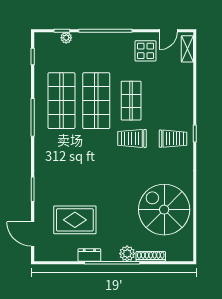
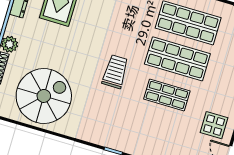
trolley: (132, 138) -> (115, 72), moved
trolley: (173, 139) -> (115, 127), removed

